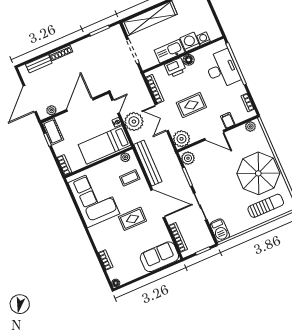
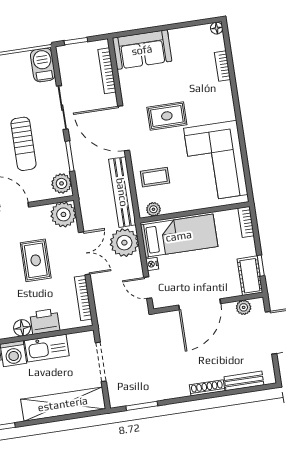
rug: (191, 105) -> (36, 260), turned 90
door: (116, 107) -> (148, 288), hinge flipped
plant: (134, 122) -> (124, 243), moved
sun lounger: (219, 177) -> (23, 144), added

